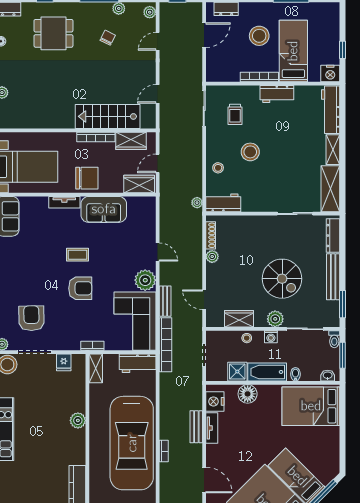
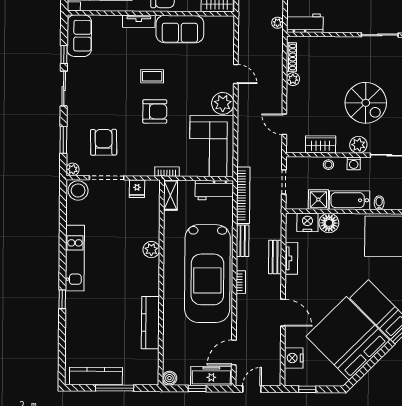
bench: (165, 301) -> (243, 241), moved
bookcase: (165, 345) -> (243, 195), moved
nightstand: (215, 401) -> (307, 222), moved, turned 90

